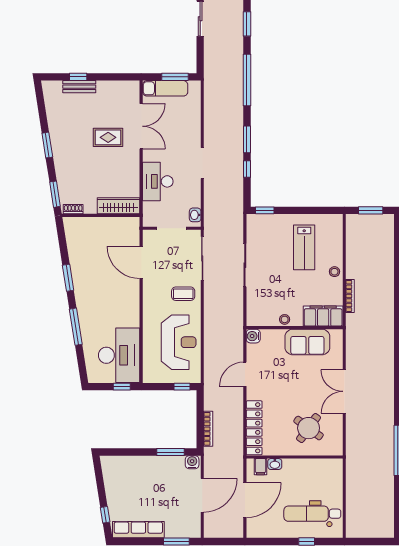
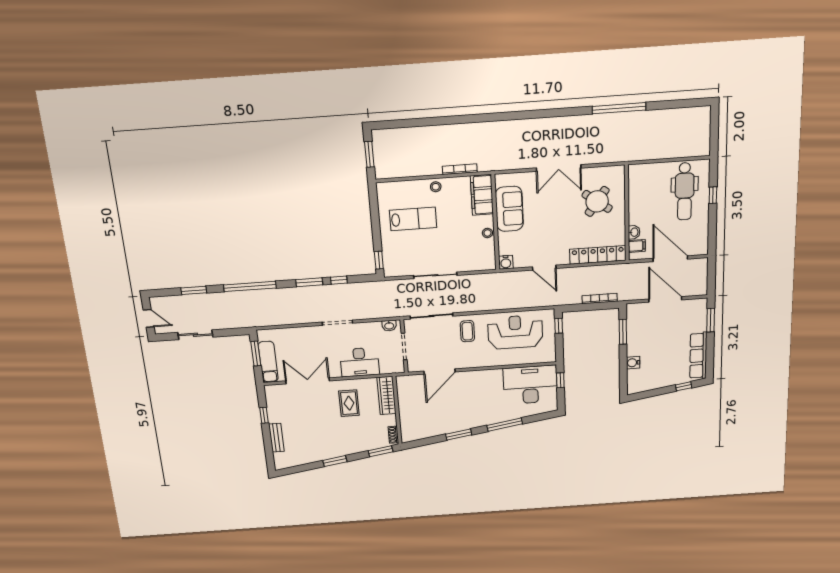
window: (78, 77) -> (264, 415), moved
rug: (108, 137) -> (349, 403), moved
water cooler: (192, 462) -> (633, 363), moved

